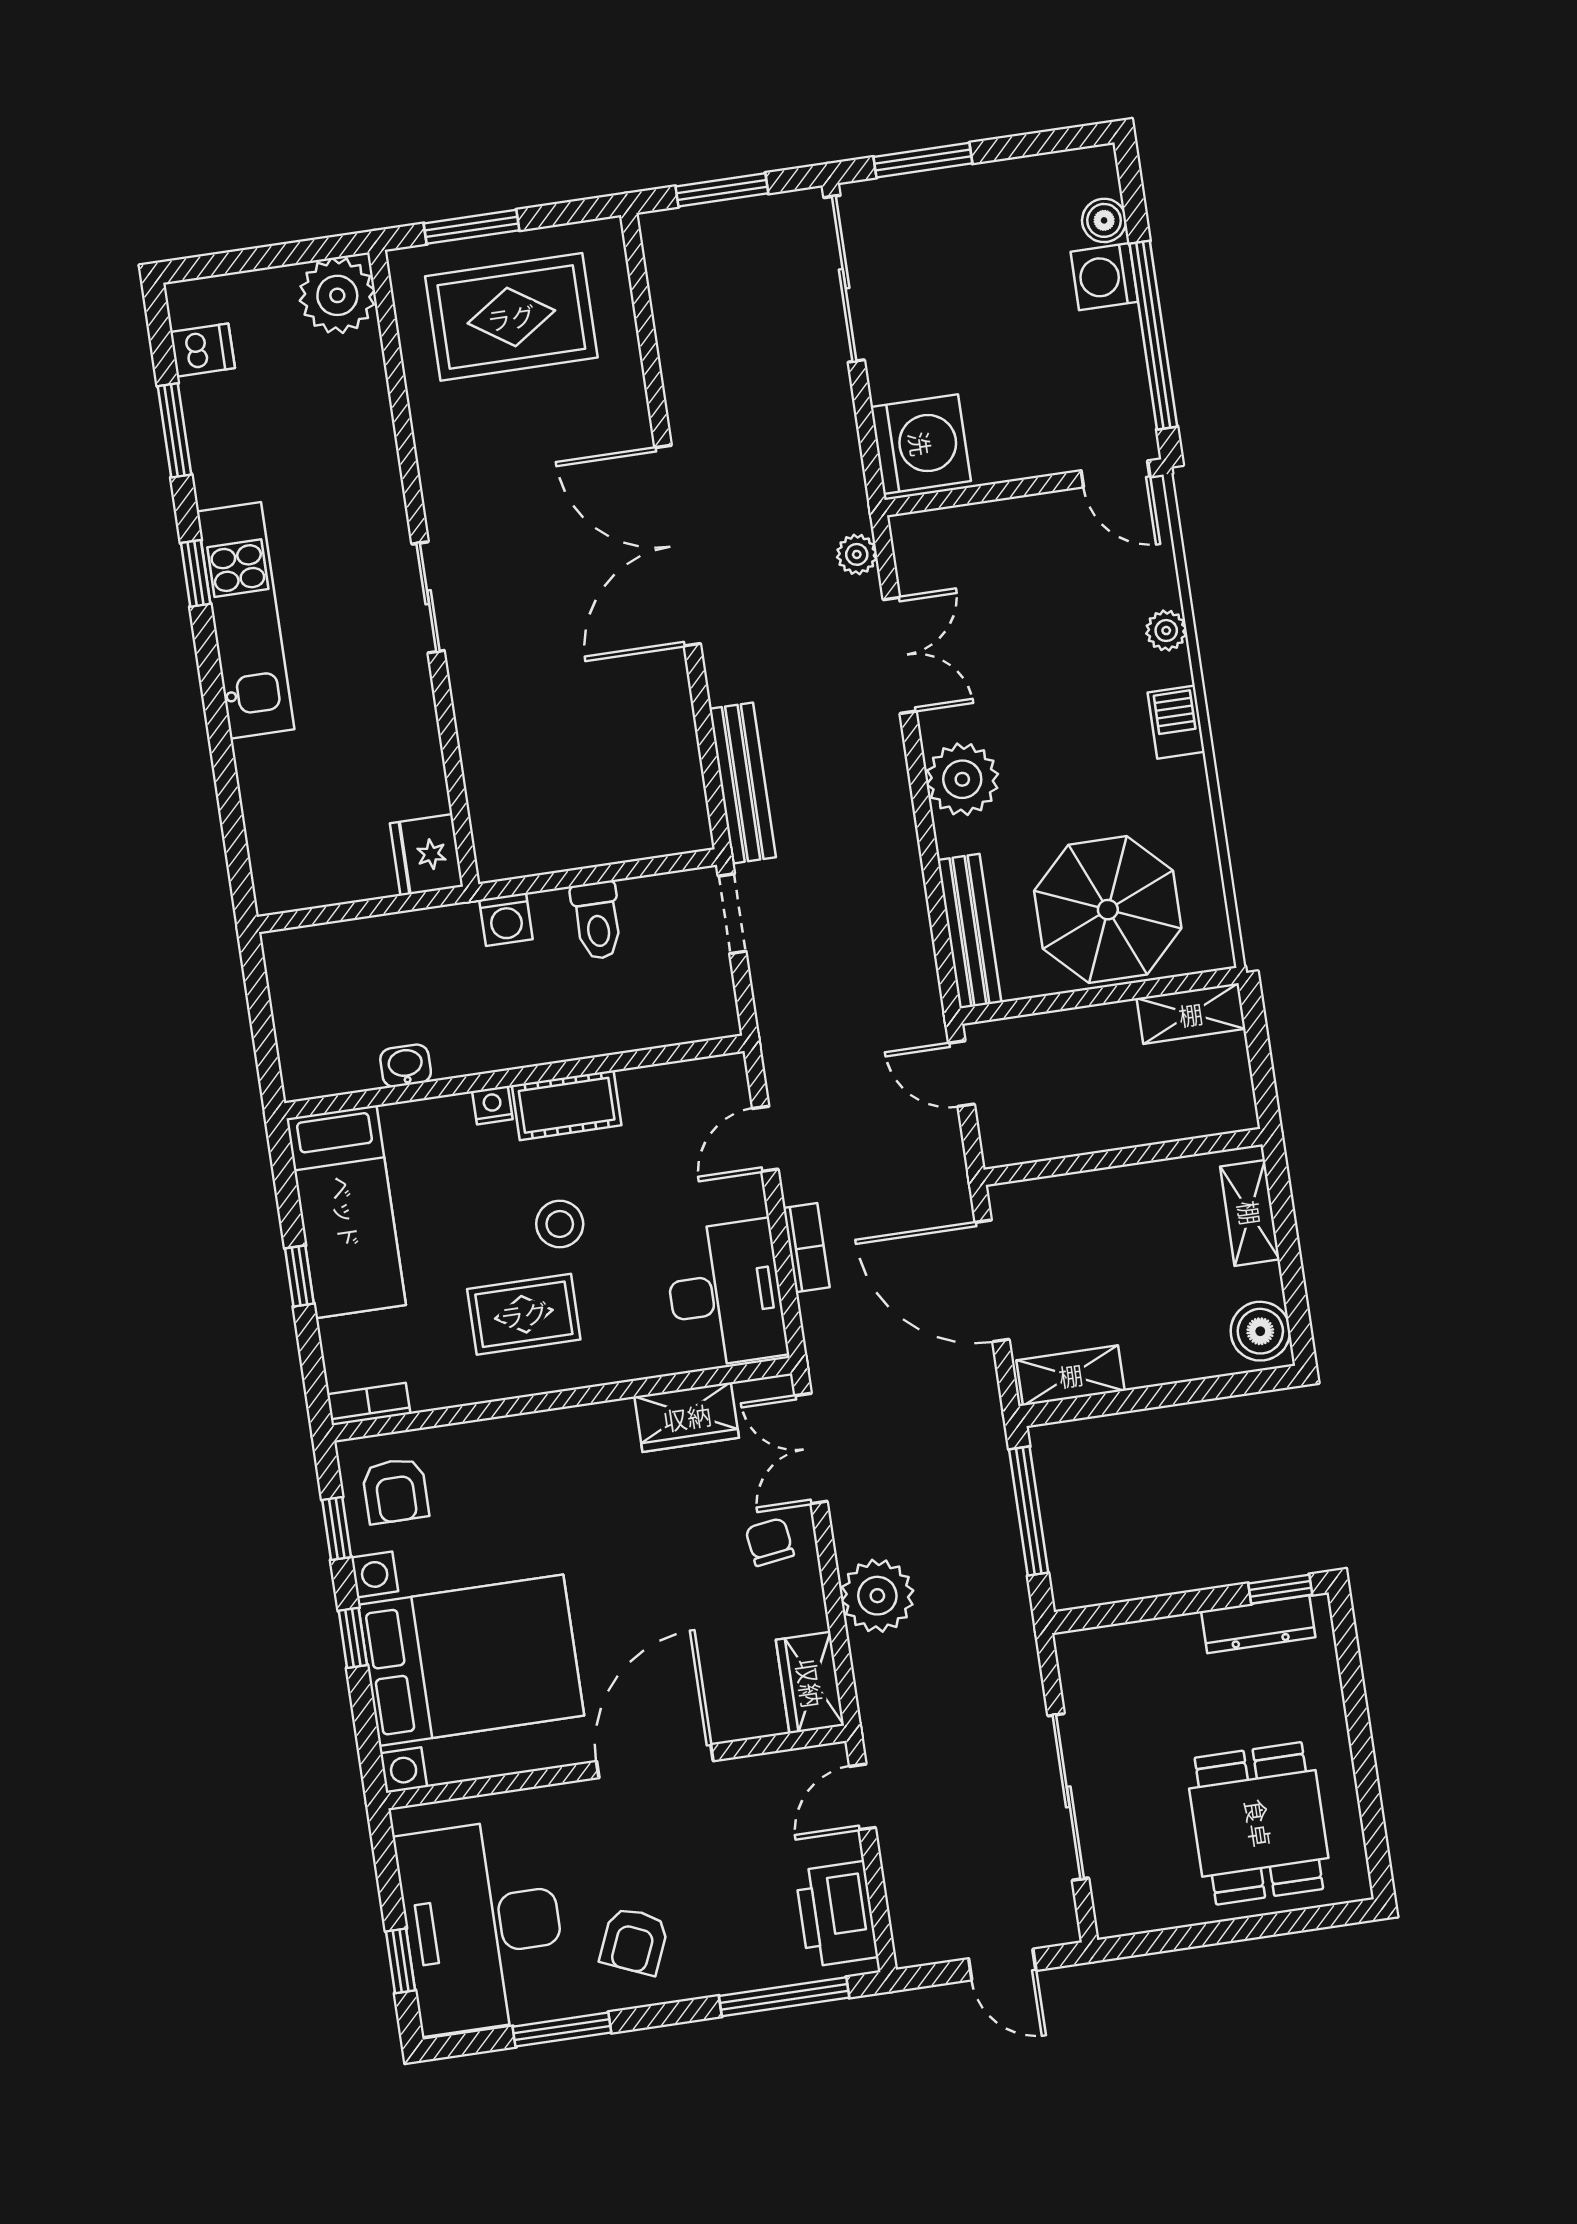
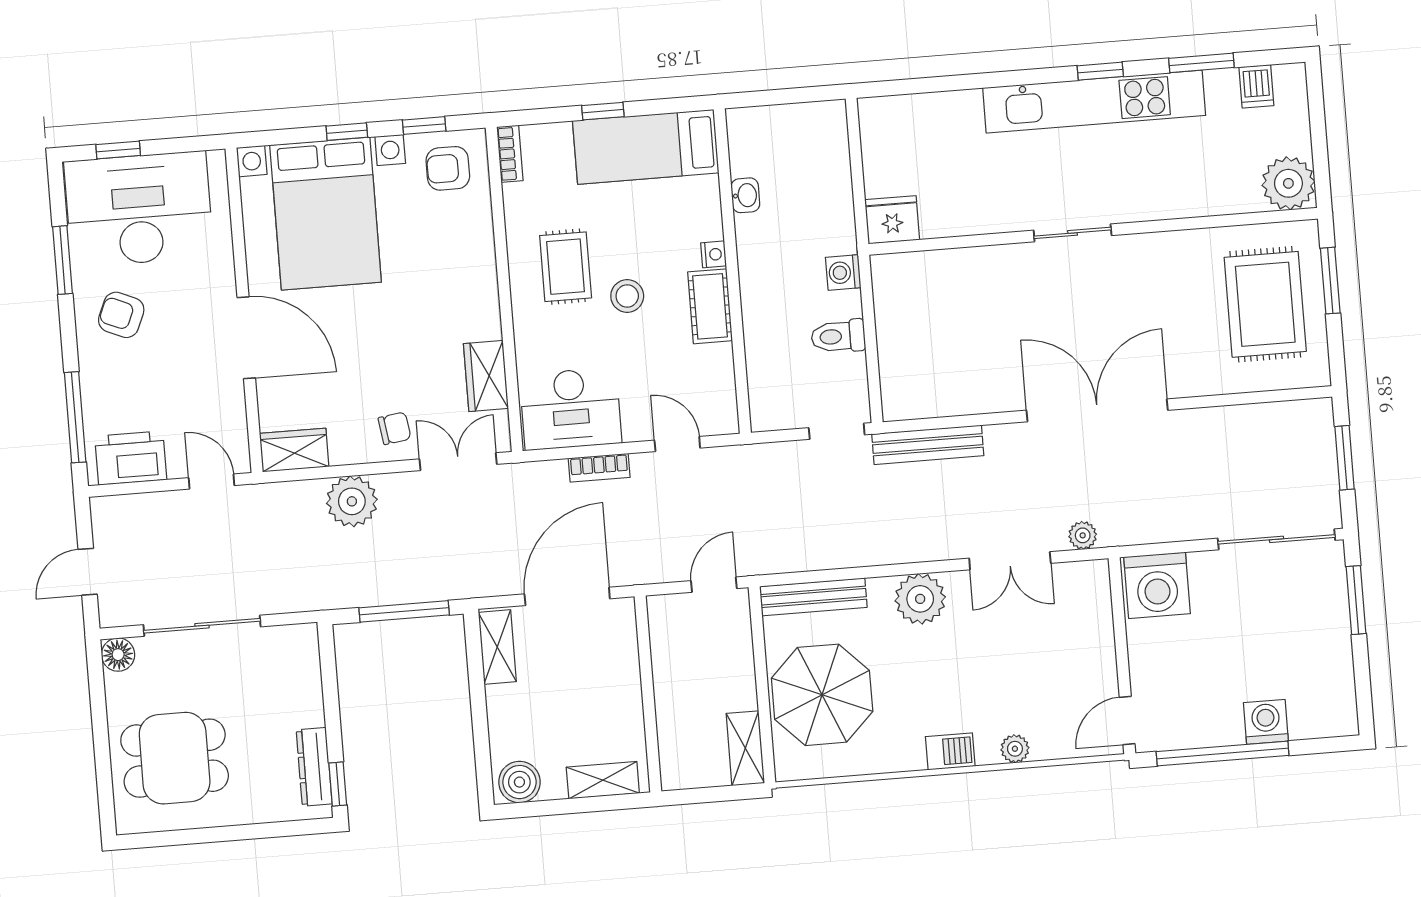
boiler: (1104, 220) -> (1305, 724), removed
kitchen unit: (246, 620) -> (1094, 102), width x1.36
floor lamp: (1117, 1913) -> (118, 655), added

